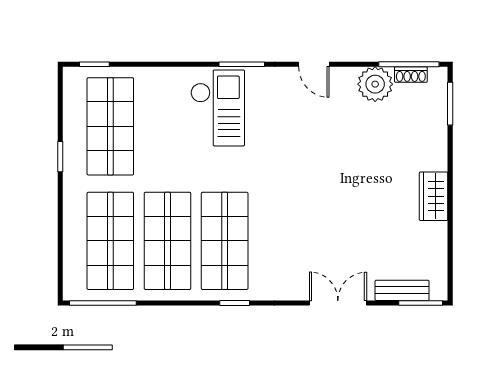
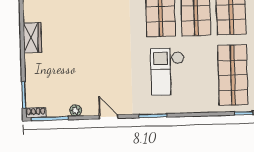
shoe rack: (411, 75) -> (36, 113), moved
plant: (375, 84) -> (75, 111), width x0.53, depth x0.53
checkout: (218, 108) -> (168, 72), moved

